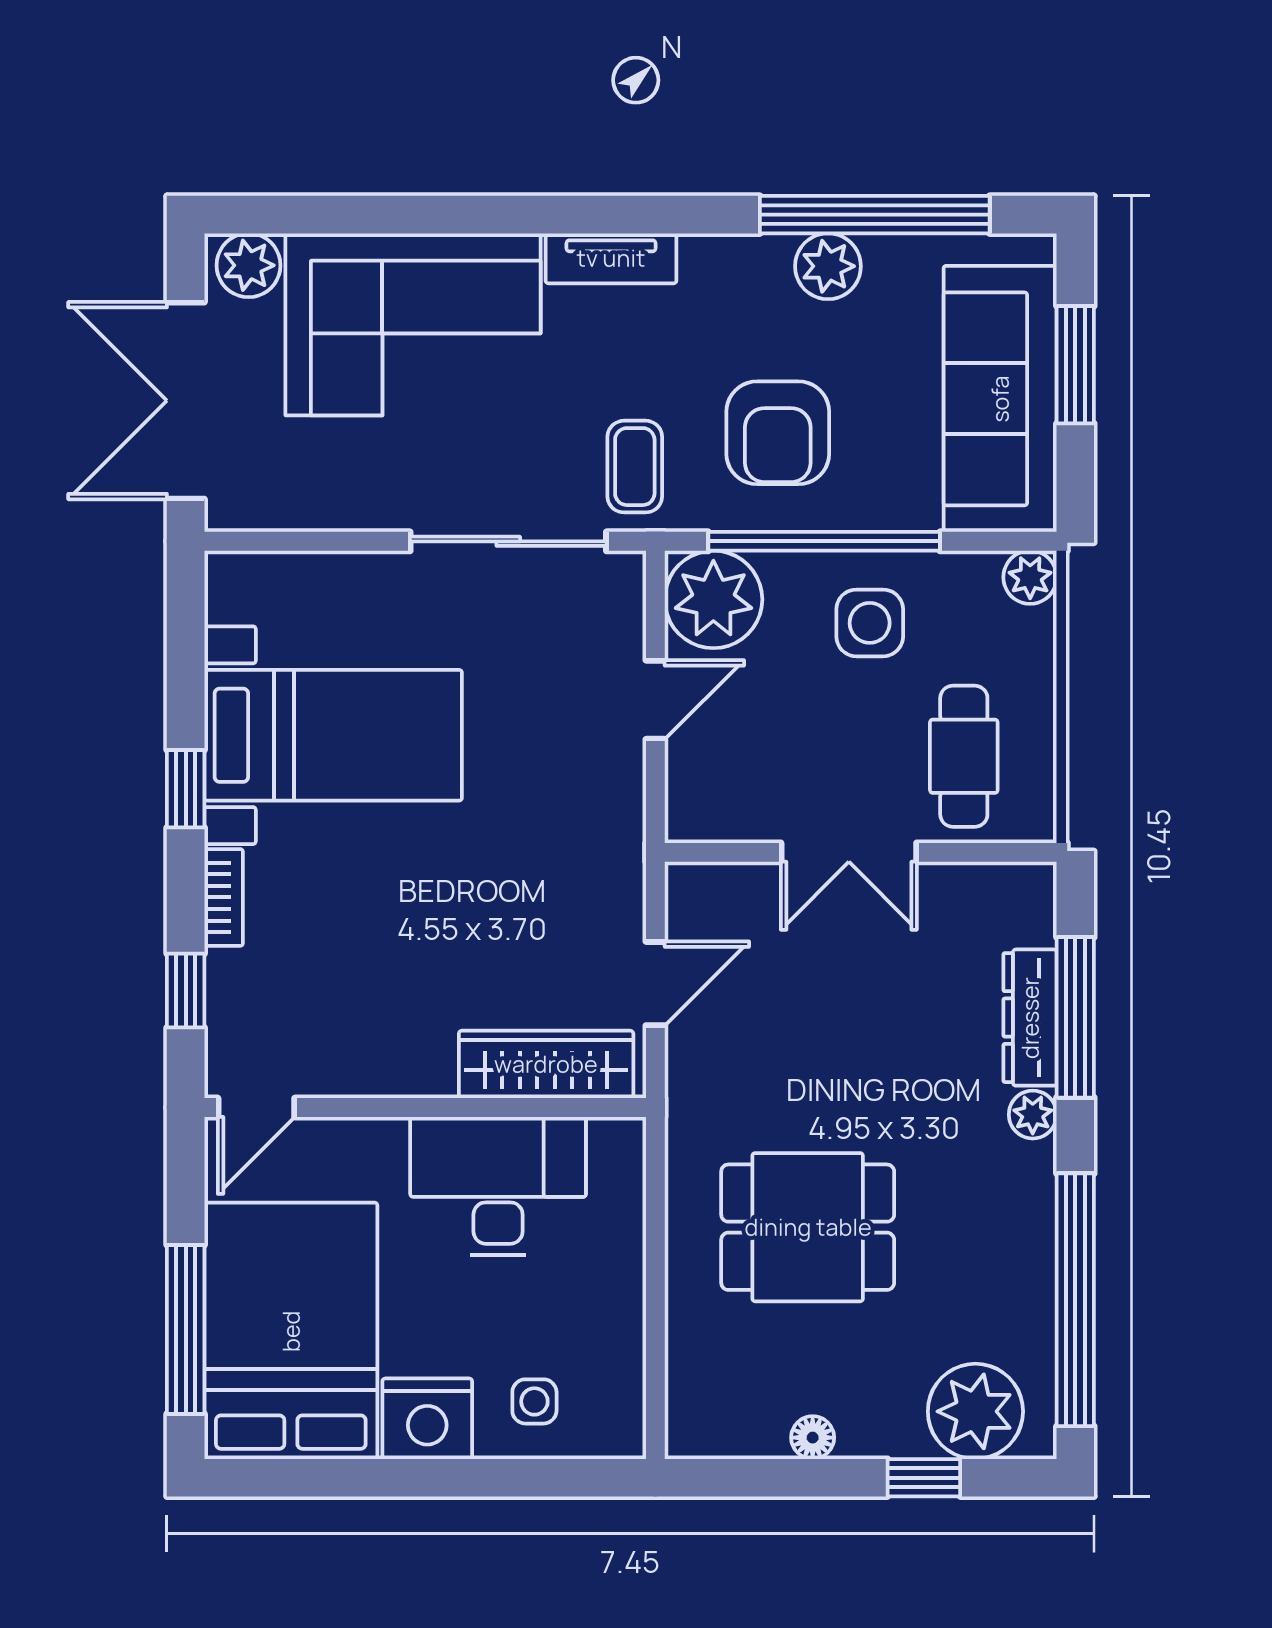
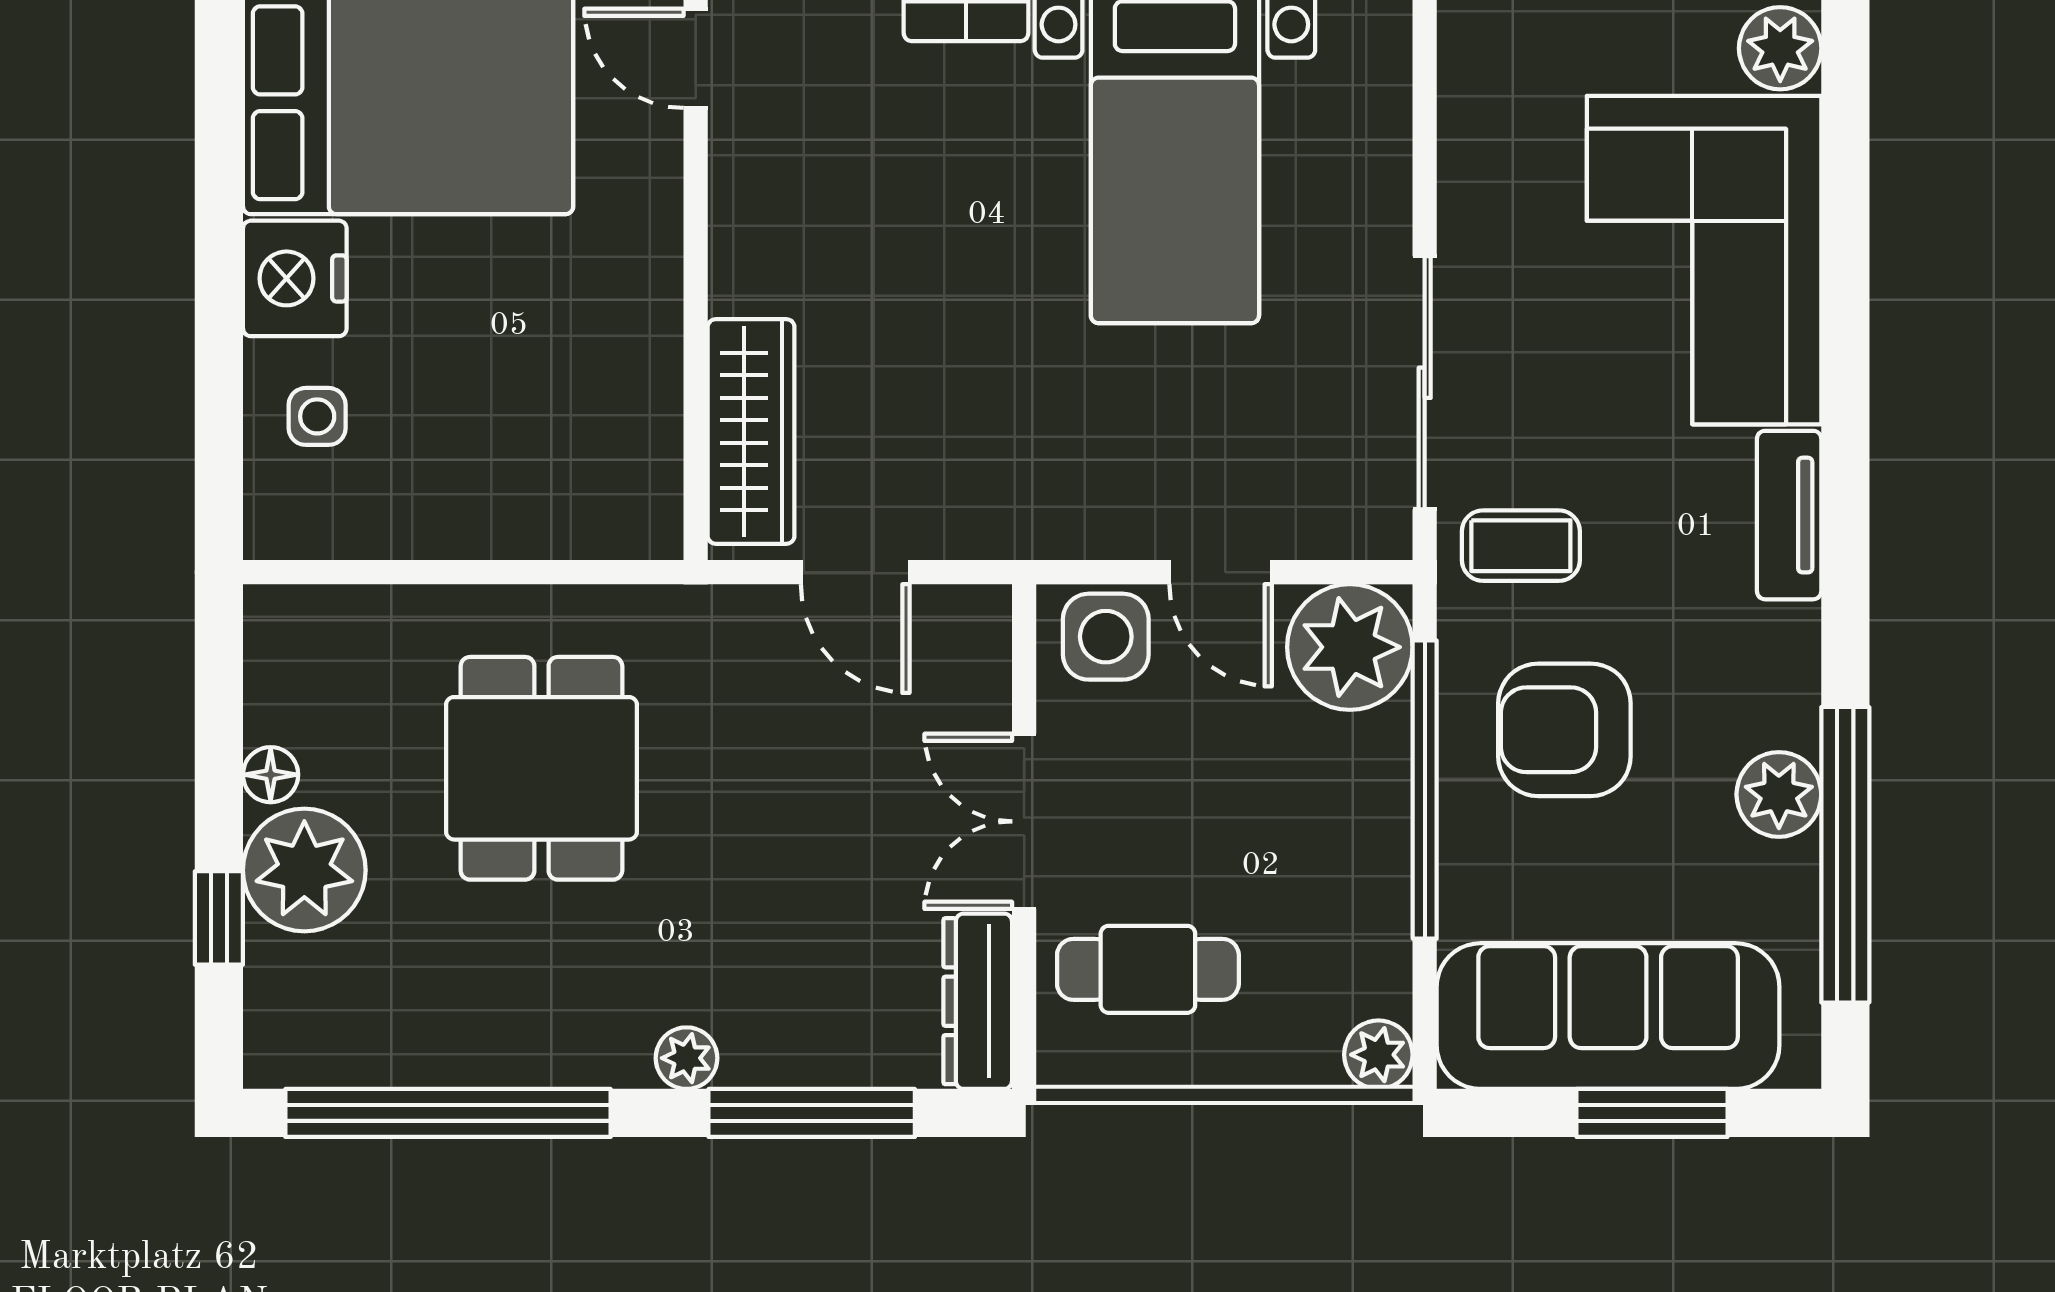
side table: (870, 623) -> (1106, 637), moved
dresser: (1030, 1018) -> (978, 1001), moved, turned -90
desk: (498, 1186) -> (595, 370), removed
plant: (975, 1411) -> (304, 870), moved

